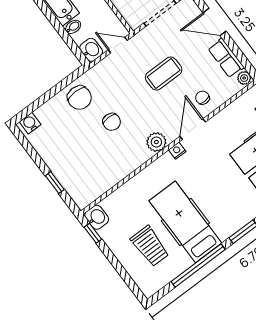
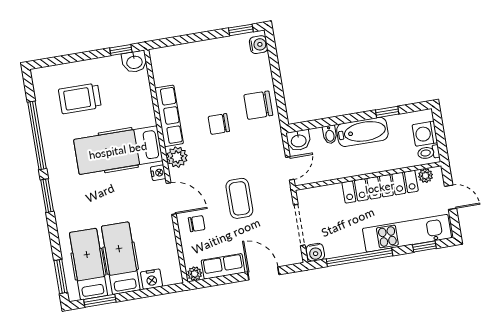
door: (215, 22) -> (263, 273), hinge flipped
row of seats: (126, 166) -> (169, 116), added
window: (55, 183) -> (241, 30), moved
hospital bed: (185, 222) -> (118, 150), moved, turned 180

